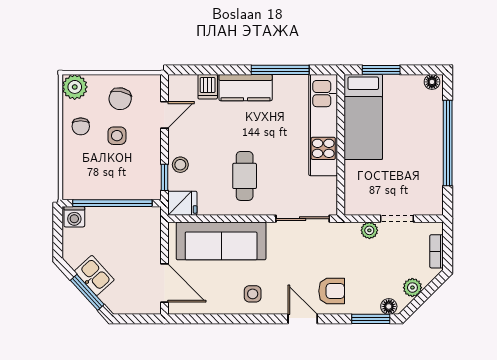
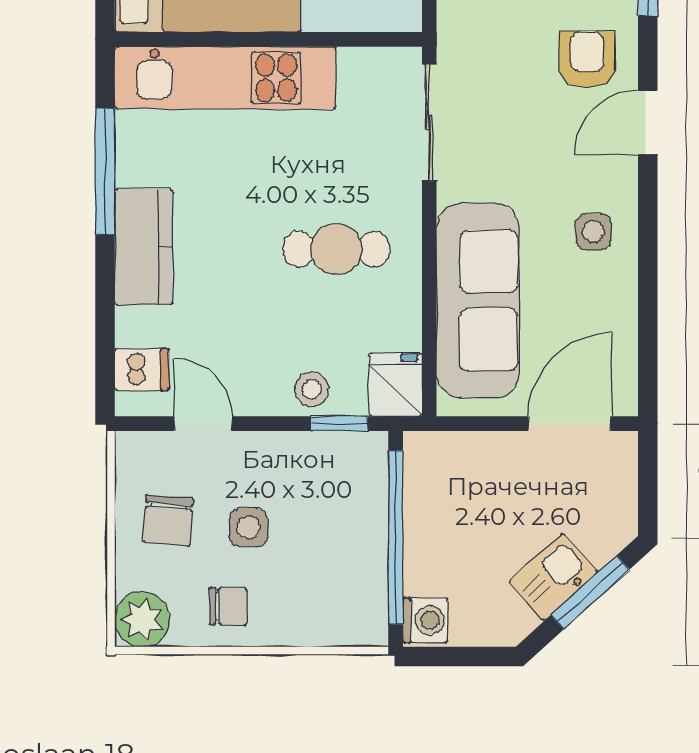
dishwasher: (208, 87) -> (142, 370), moved
chair: (120, 99) -> (168, 520), turned 84

